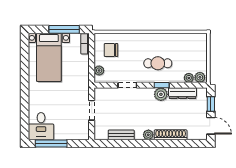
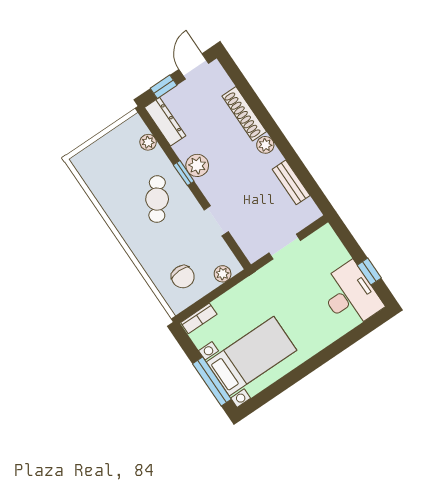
window: (64, 29) -> (212, 382), moved
cafe table: (158, 63) -> (157, 199), turned 35
plant: (200, 77) -> (137, 127), removed
dresser: (183, 93) -> (165, 122), moved
desk: (41, 126) -> (350, 295), width x1.37
window: (51, 143) -> (369, 272), width x0.46

